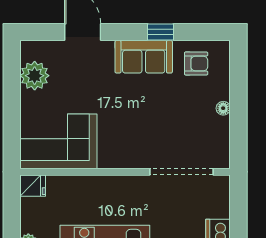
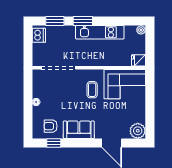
window: (161, 32) -> (54, 143), moved
plant: (35, 76) -> (138, 131), moved
coffee table: (119, 131) -> (92, 90), added

